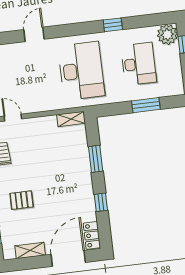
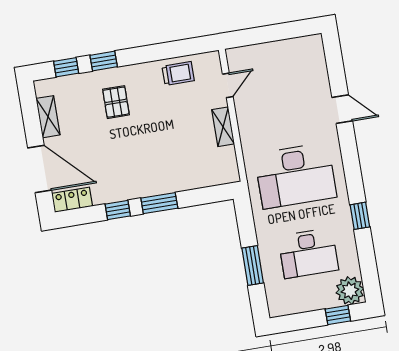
shelving: (71, 119) -> (223, 127), moved
window: (96, 159) -> (159, 203), moved

